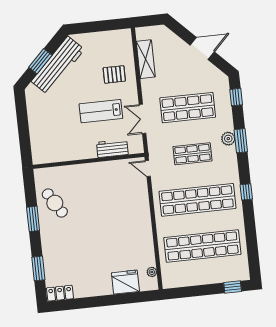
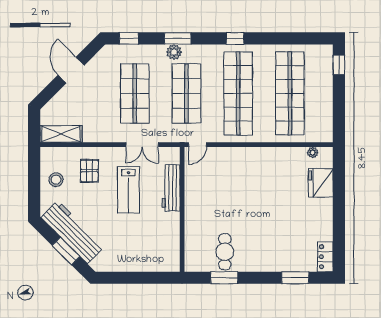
stool: (103, 46) -> (56, 180), added
shelving: (146, 59) -> (61, 134), moved
workbench: (112, 148) -> (171, 188), width x1.37
shop shelf: (193, 154) -> (186, 93), width x1.43, depth x1.36
cafe table: (55, 203) -> (225, 252), turned -58
window: (33, 219) -> (224, 278), moved

